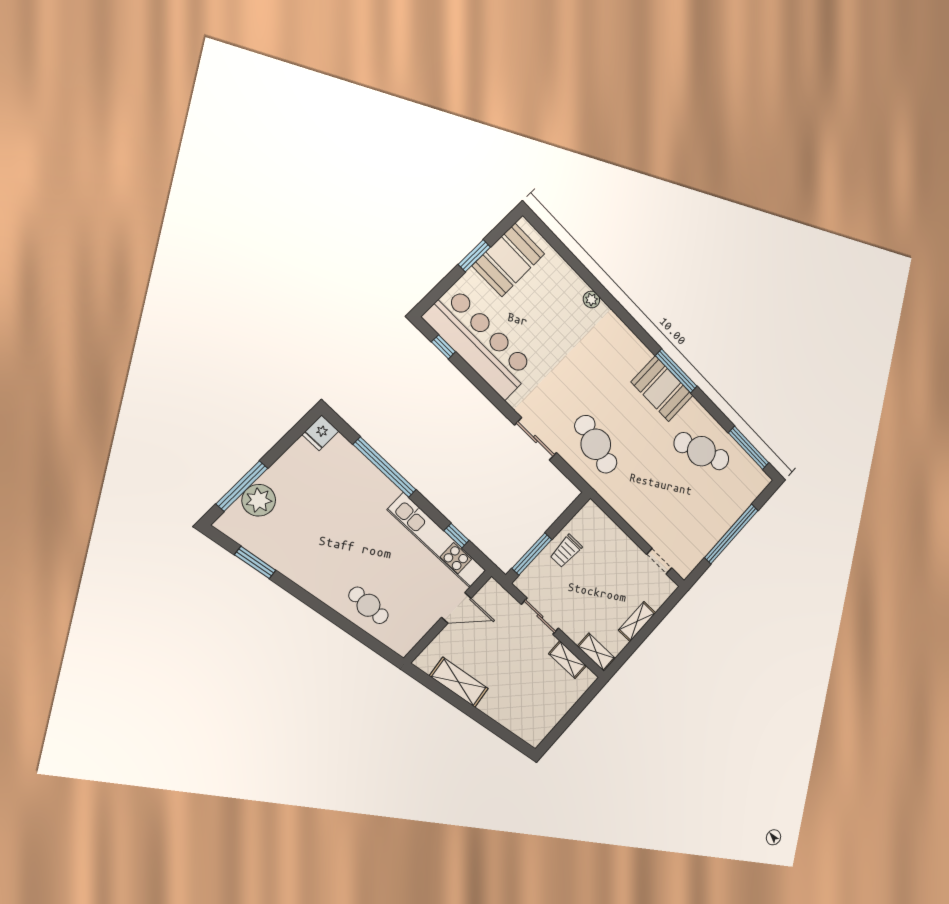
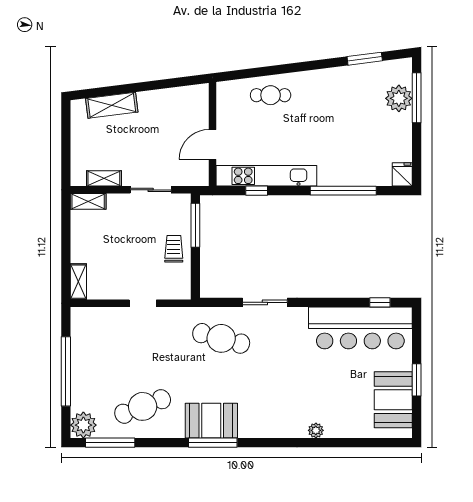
plant: (755, 480) -> (83, 425), added
doorway: (659, 561) -> (143, 303), moved
shelving: (637, 622) -> (78, 282), moved
shelving: (459, 682) -> (112, 105), moved

